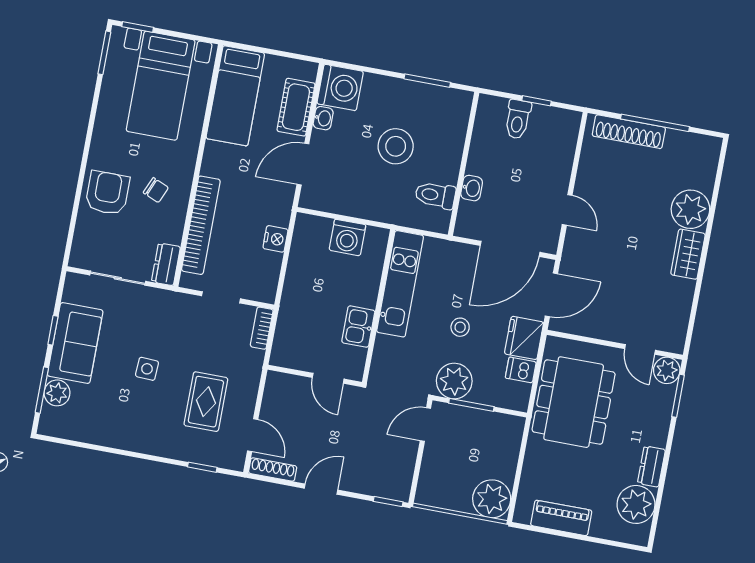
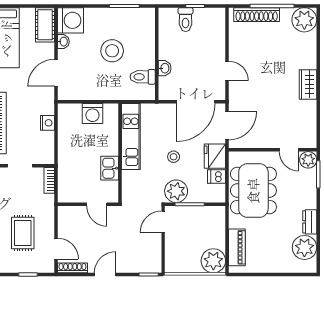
cot: (296, 107) -> (45, 25), moved
plant: (690, 209) -> (304, 20), moved
piano: (561, 518) -> (237, 247), moved, turned 90

